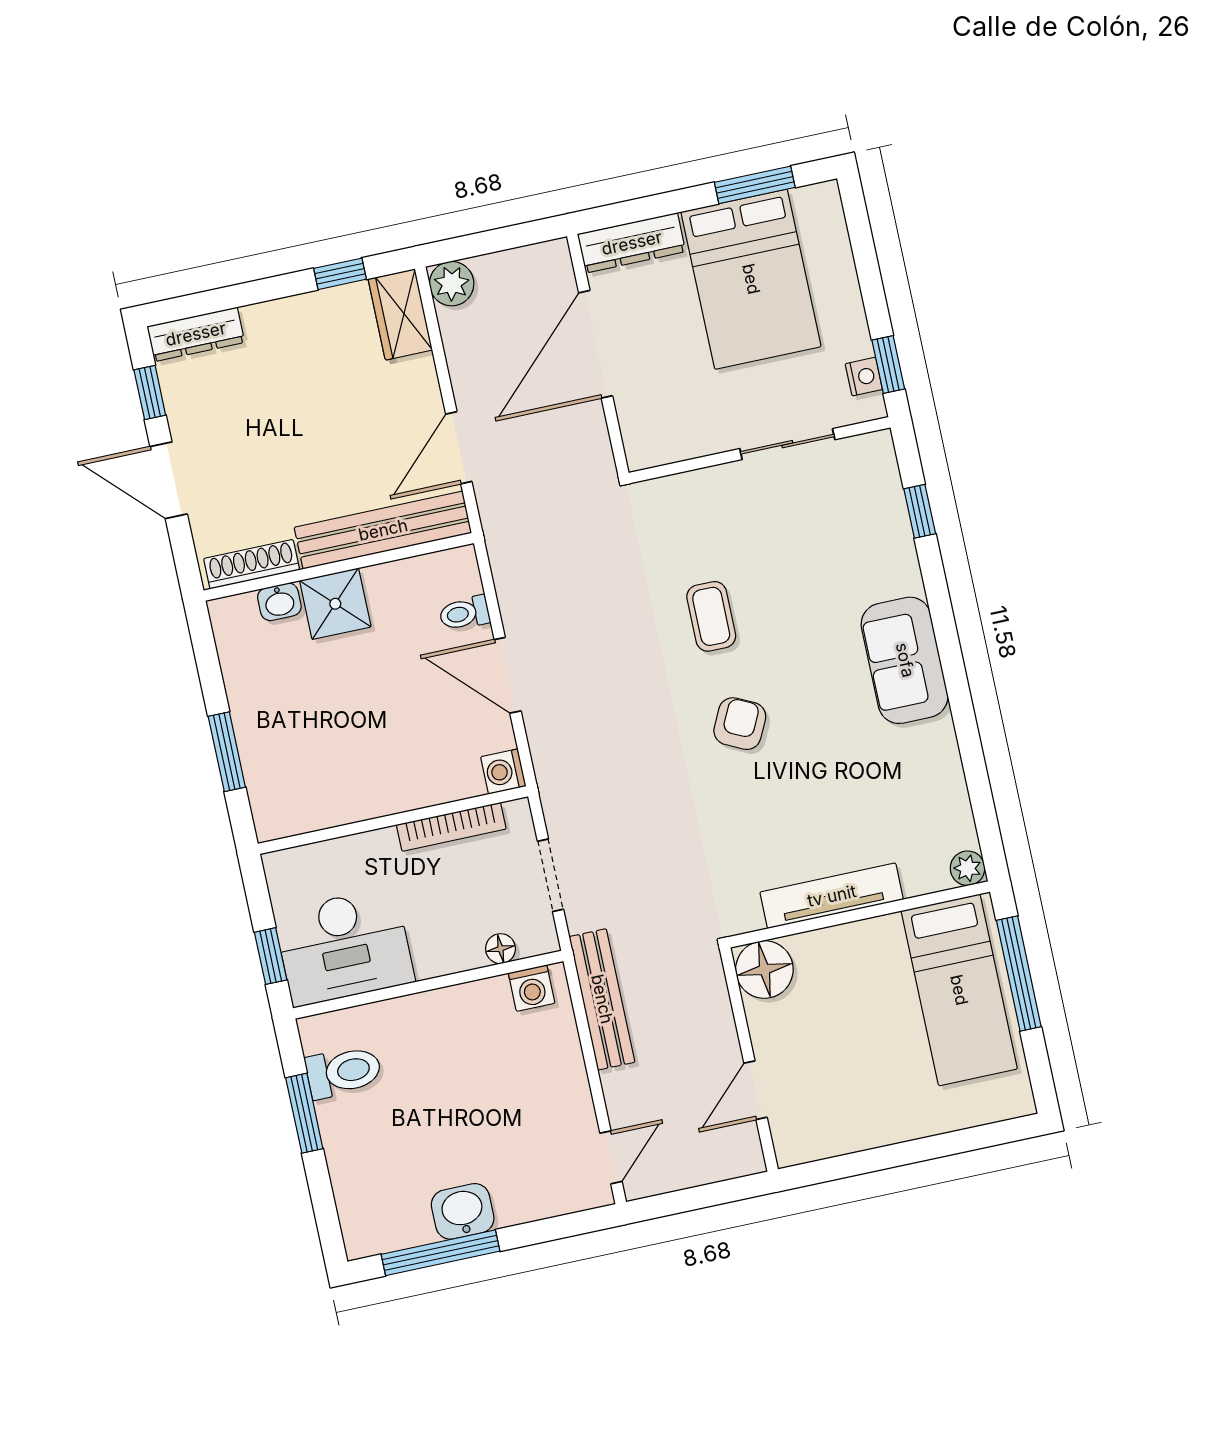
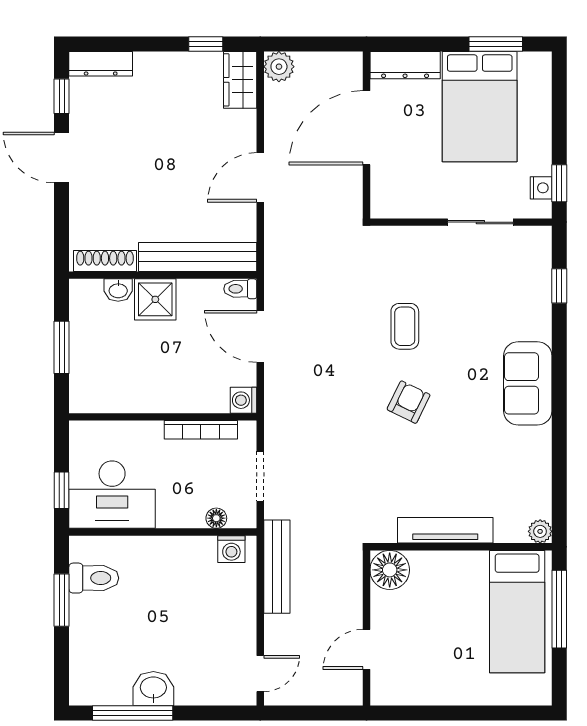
bench: (383, 530) -> (198, 257), moved
shoe rack: (252, 564) -> (105, 261), moved
wall: (339, 567) -> (163, 275), moved
washbasin: (279, 602) -> (118, 290), moved
shower: (335, 604) -> (155, 299), moved

